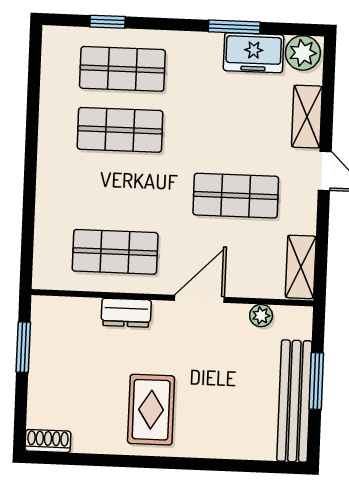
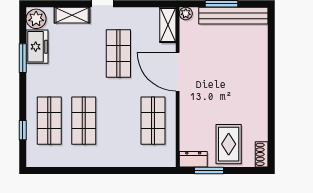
shelving: (301, 267) -> (168, 25), moved, turned 90
door: (199, 299) -> (178, 72), width x1.36
dresser: (126, 313) -> (193, 159), moved, turned -90
plant: (261, 316) -> (186, 13), moved
rug: (151, 410) -> (229, 144), moved, turned 90

